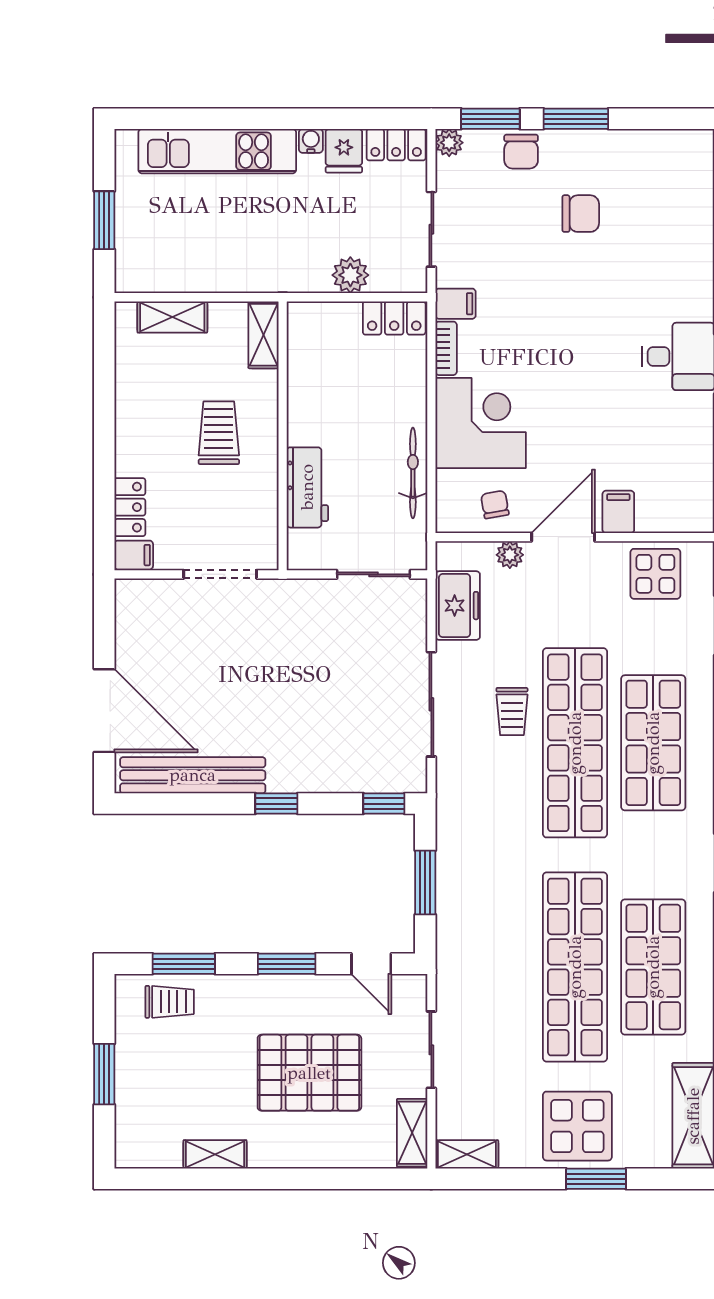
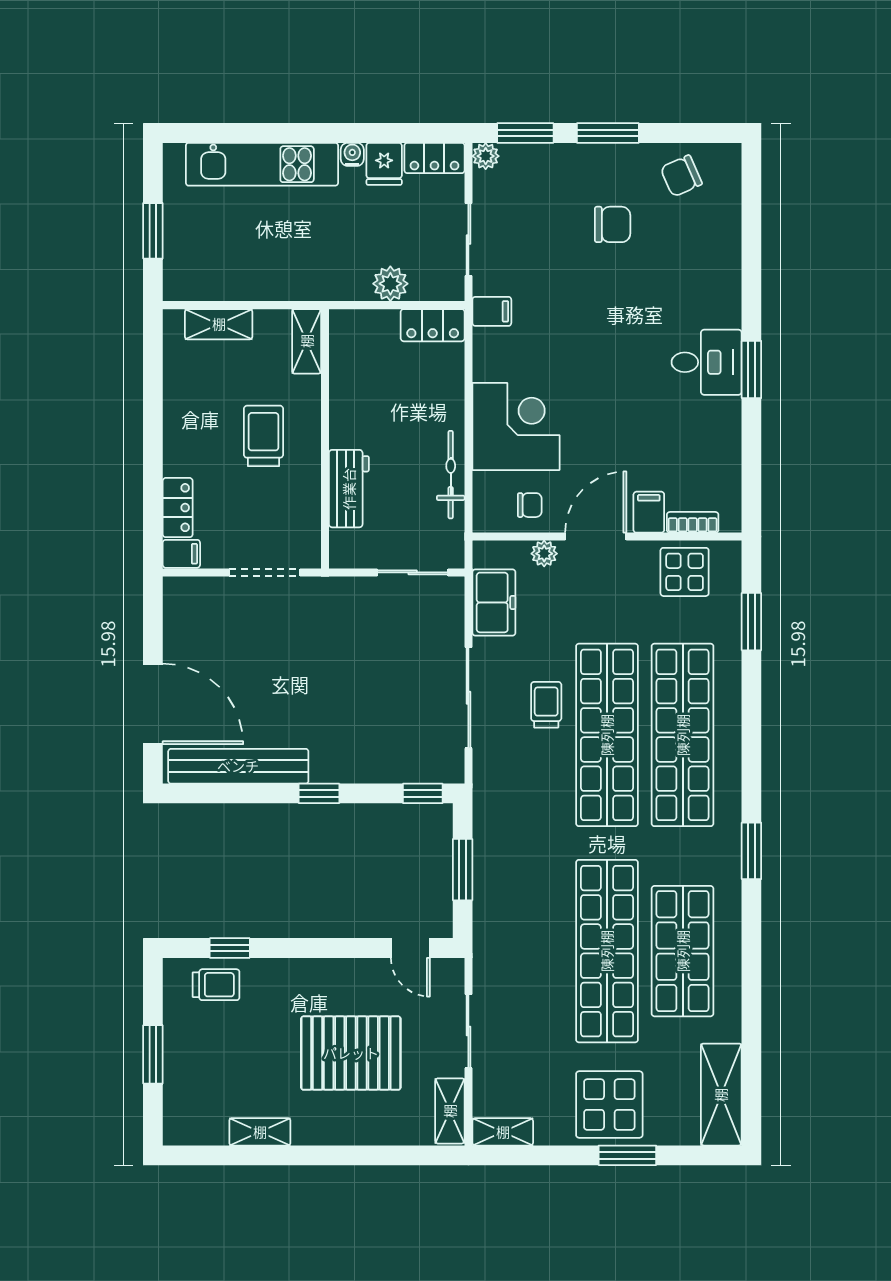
chair: (521, 152) -> (681, 176), moved, turned 66
bookcase: (446, 348) -> (693, 522), moved, turned -90
chair: (495, 505) -> (530, 505), turned 100
trolley: (512, 712) -> (546, 705), turned 180
shop shelf: (653, 743) -> (683, 735), width x1.40
window: (184, 964) -> (230, 948), width x0.67
window: (287, 964) -> (329, 948), removed

